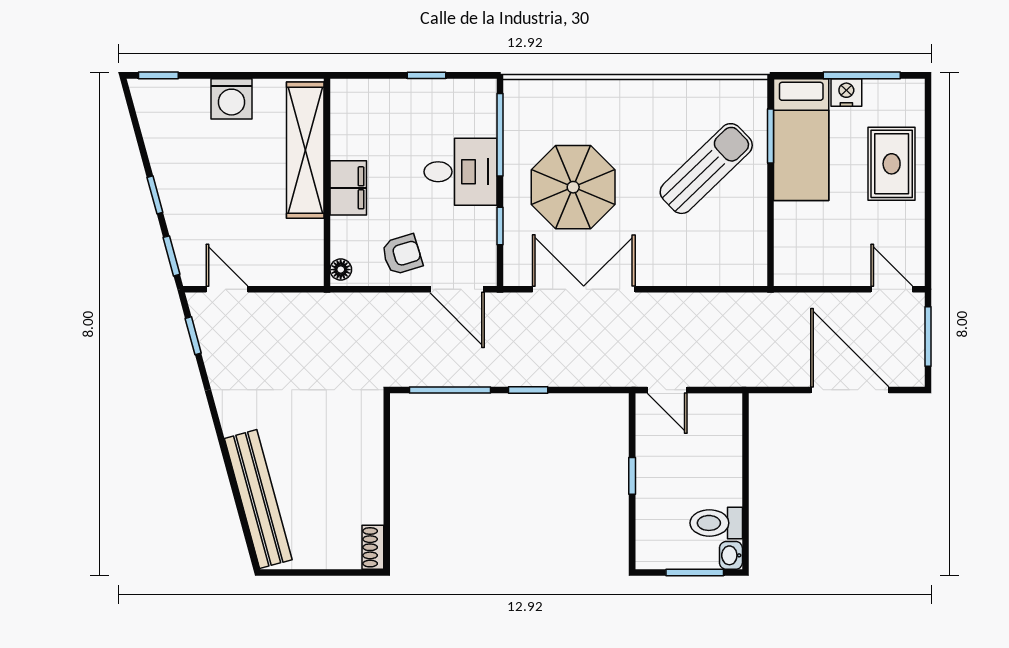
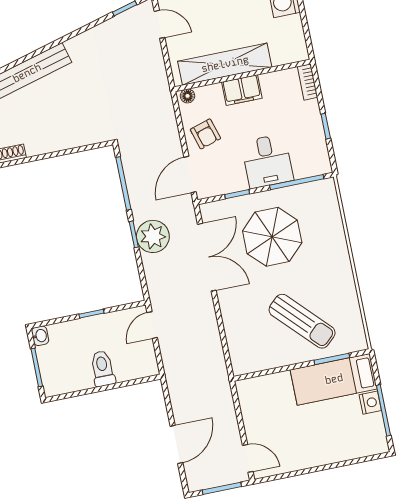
bookcase: (356, 89) -> (307, 82), added
shelving: (305, 150) -> (225, 64), moved
rug: (892, 164) -> (330, 442), removed
door: (227, 289) -> (159, 24), hinge flipped
door: (892, 289) -> (248, 458), hinge flipped
plant: (537, 362) -> (153, 236), added
door: (850, 390) -> (176, 444), width x0.73
toilet: (716, 523) -> (103, 369), moved
washbasin: (731, 555) -> (40, 336), moved, turned 90

